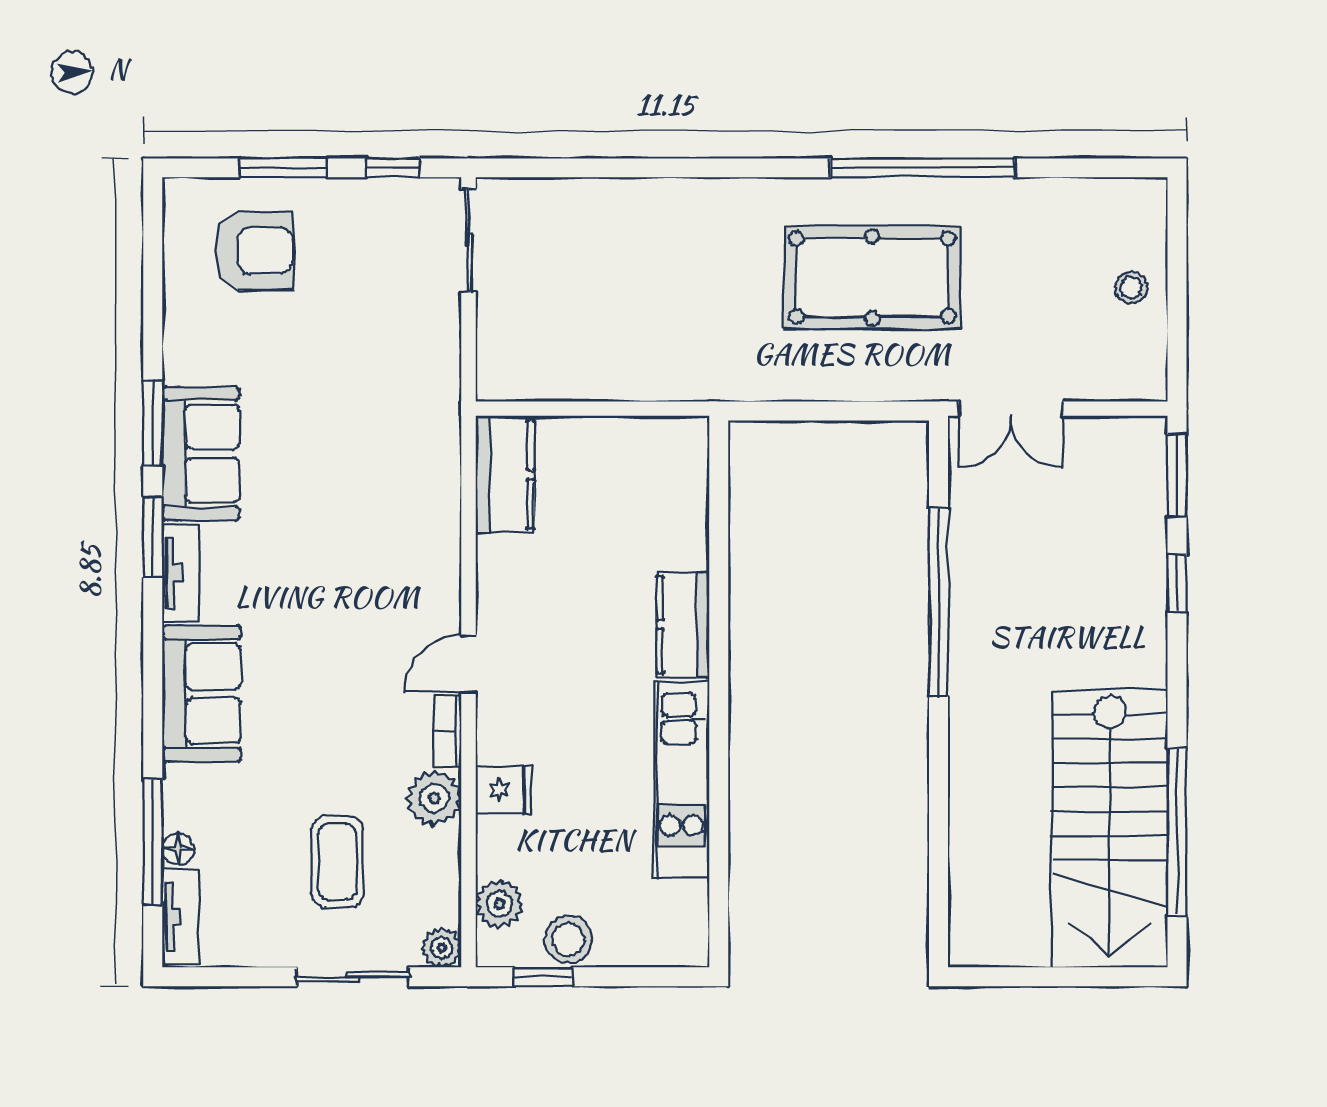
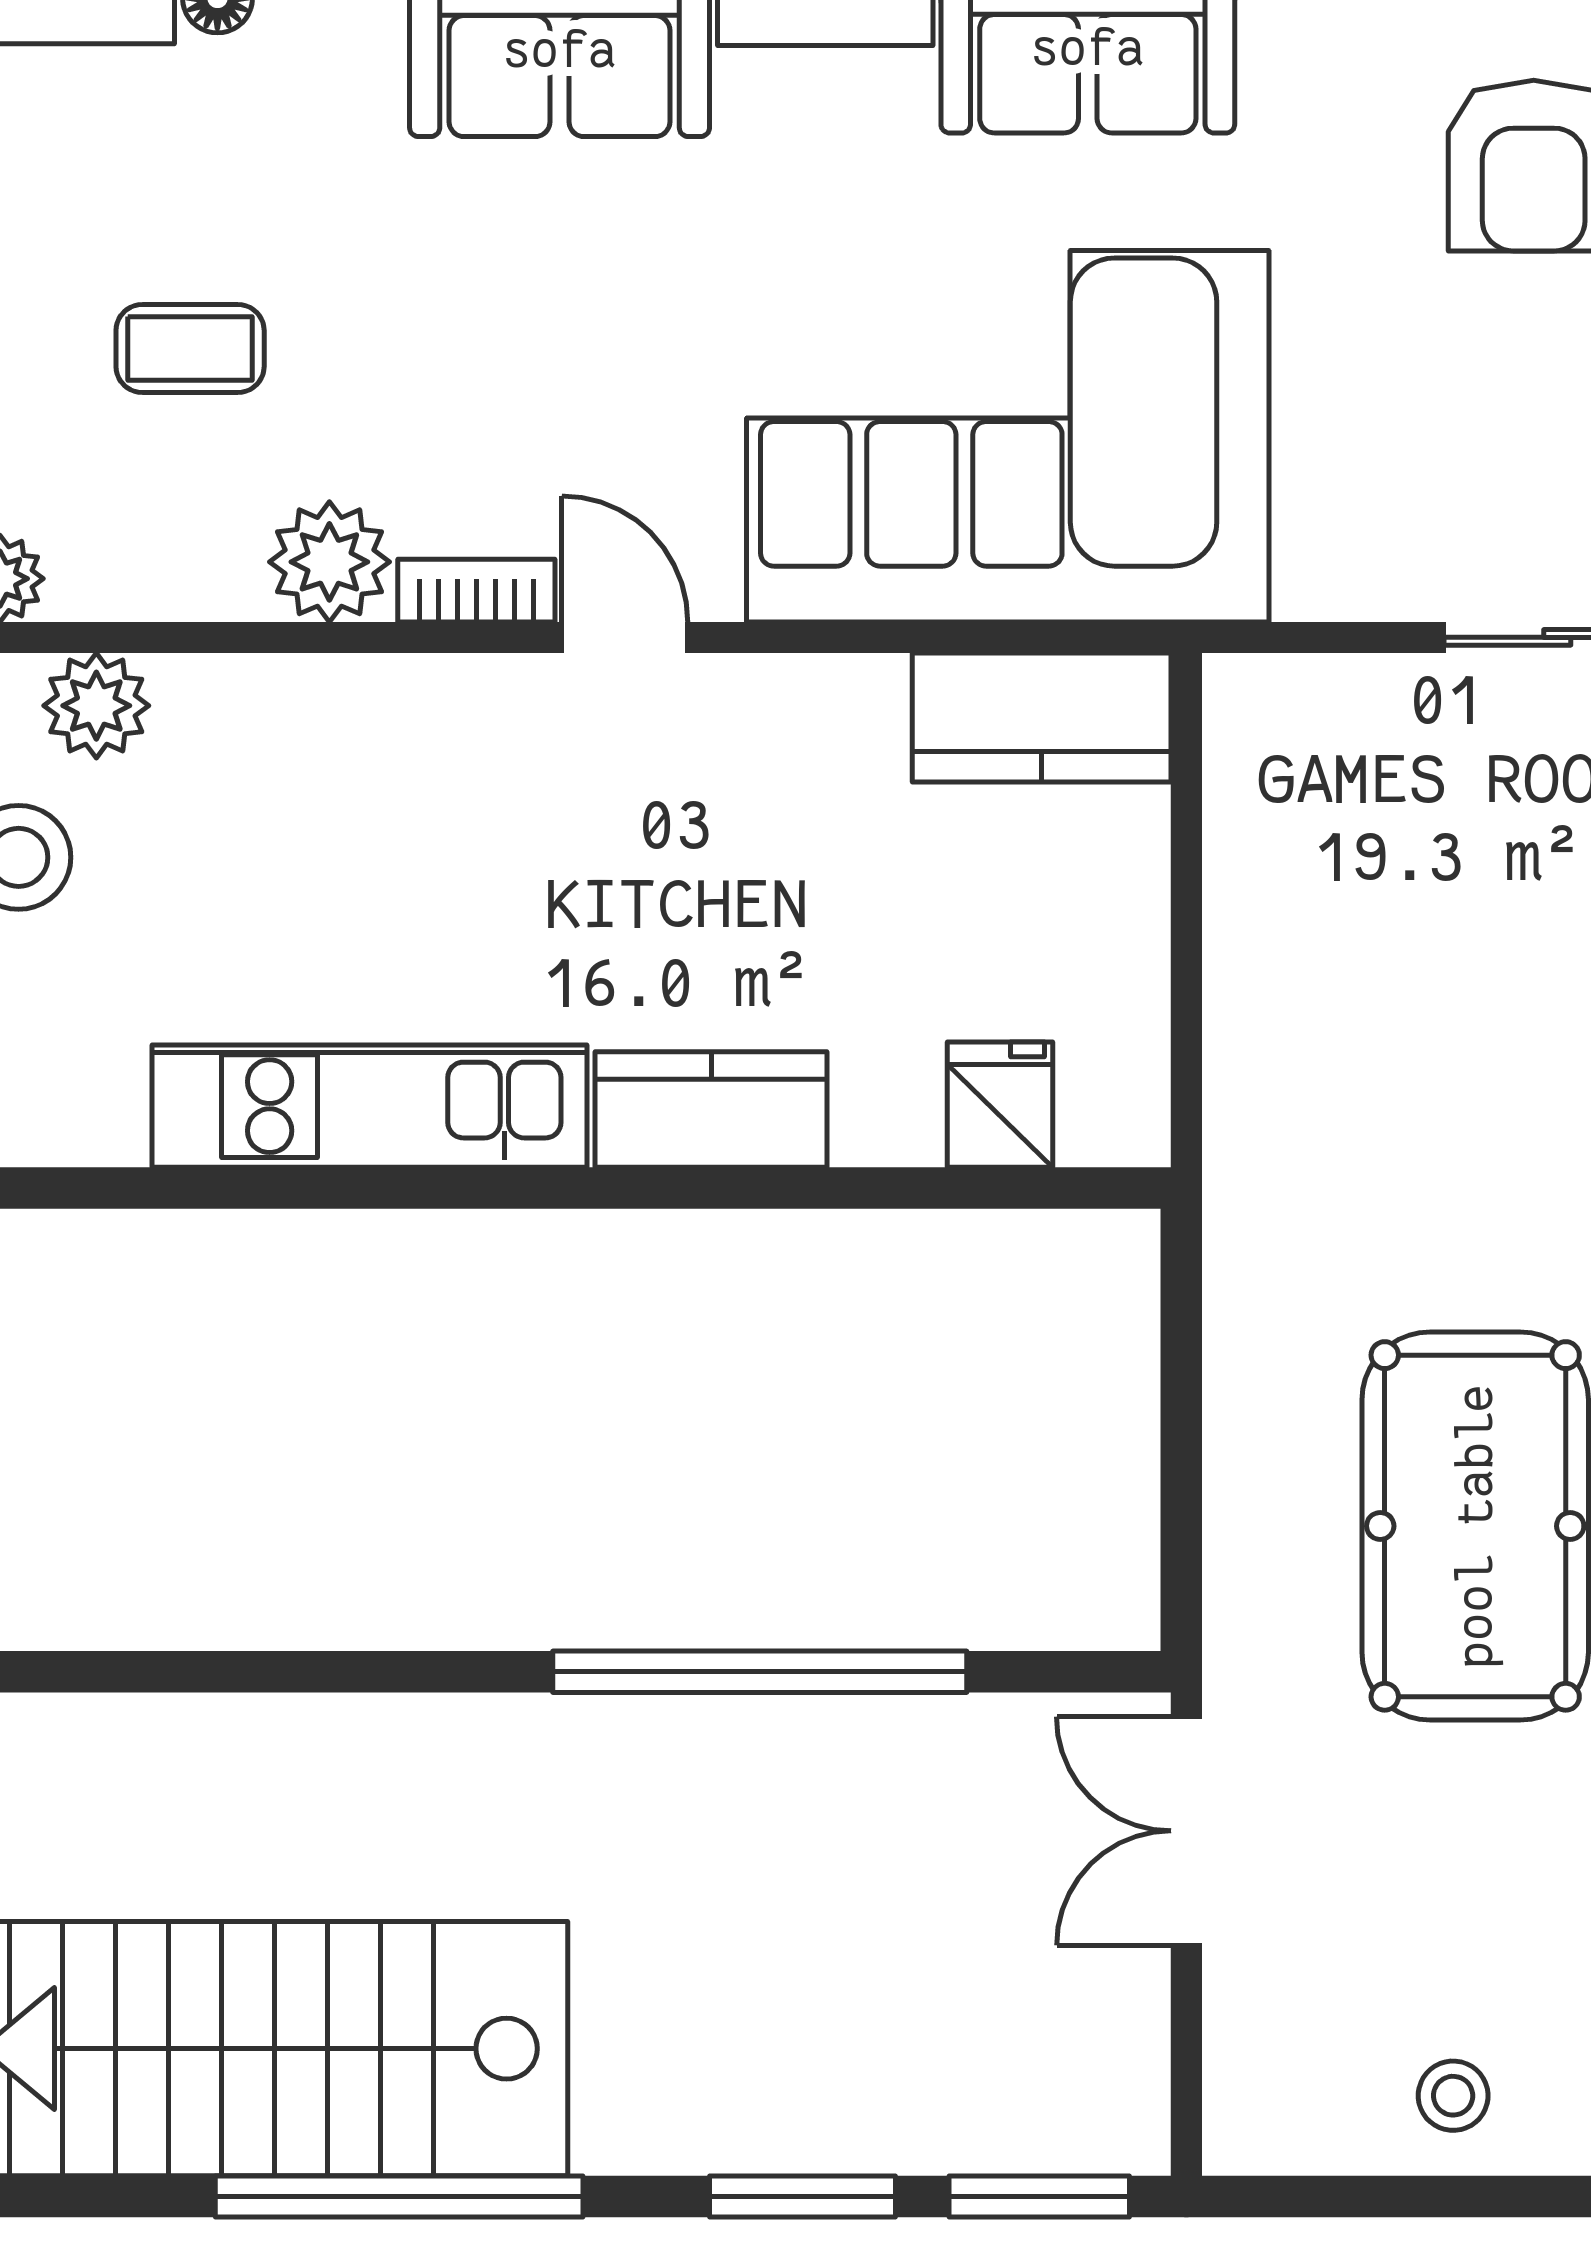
corner sofa: (377, 490) -> (1008, 436), added
window: (1177, 583) -> (802, 2196), width x1.50
fridge: (504, 790) -> (1000, 1105), moved, turned 180
window: (1177, 832) -> (399, 2196), moved
coffee table: (337, 861) -> (190, 348), width x0.73, depth x0.77

